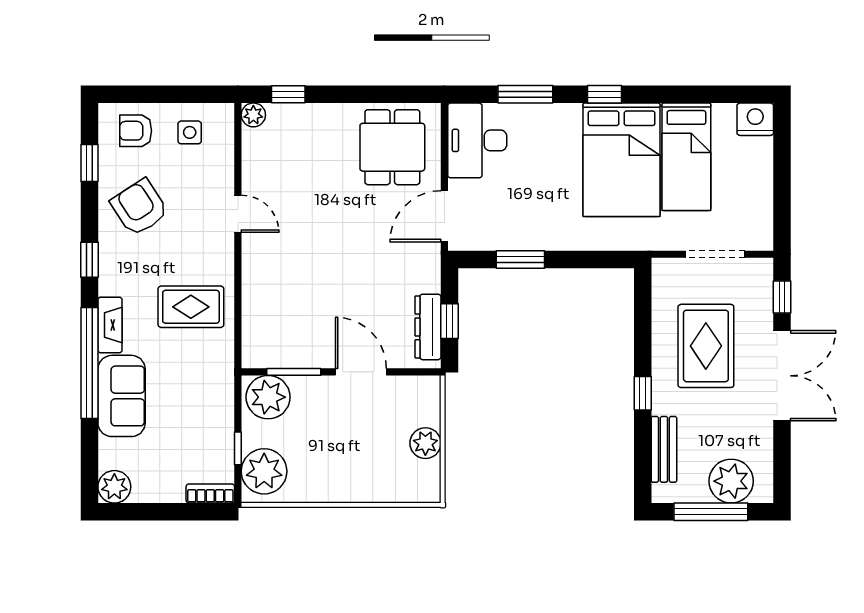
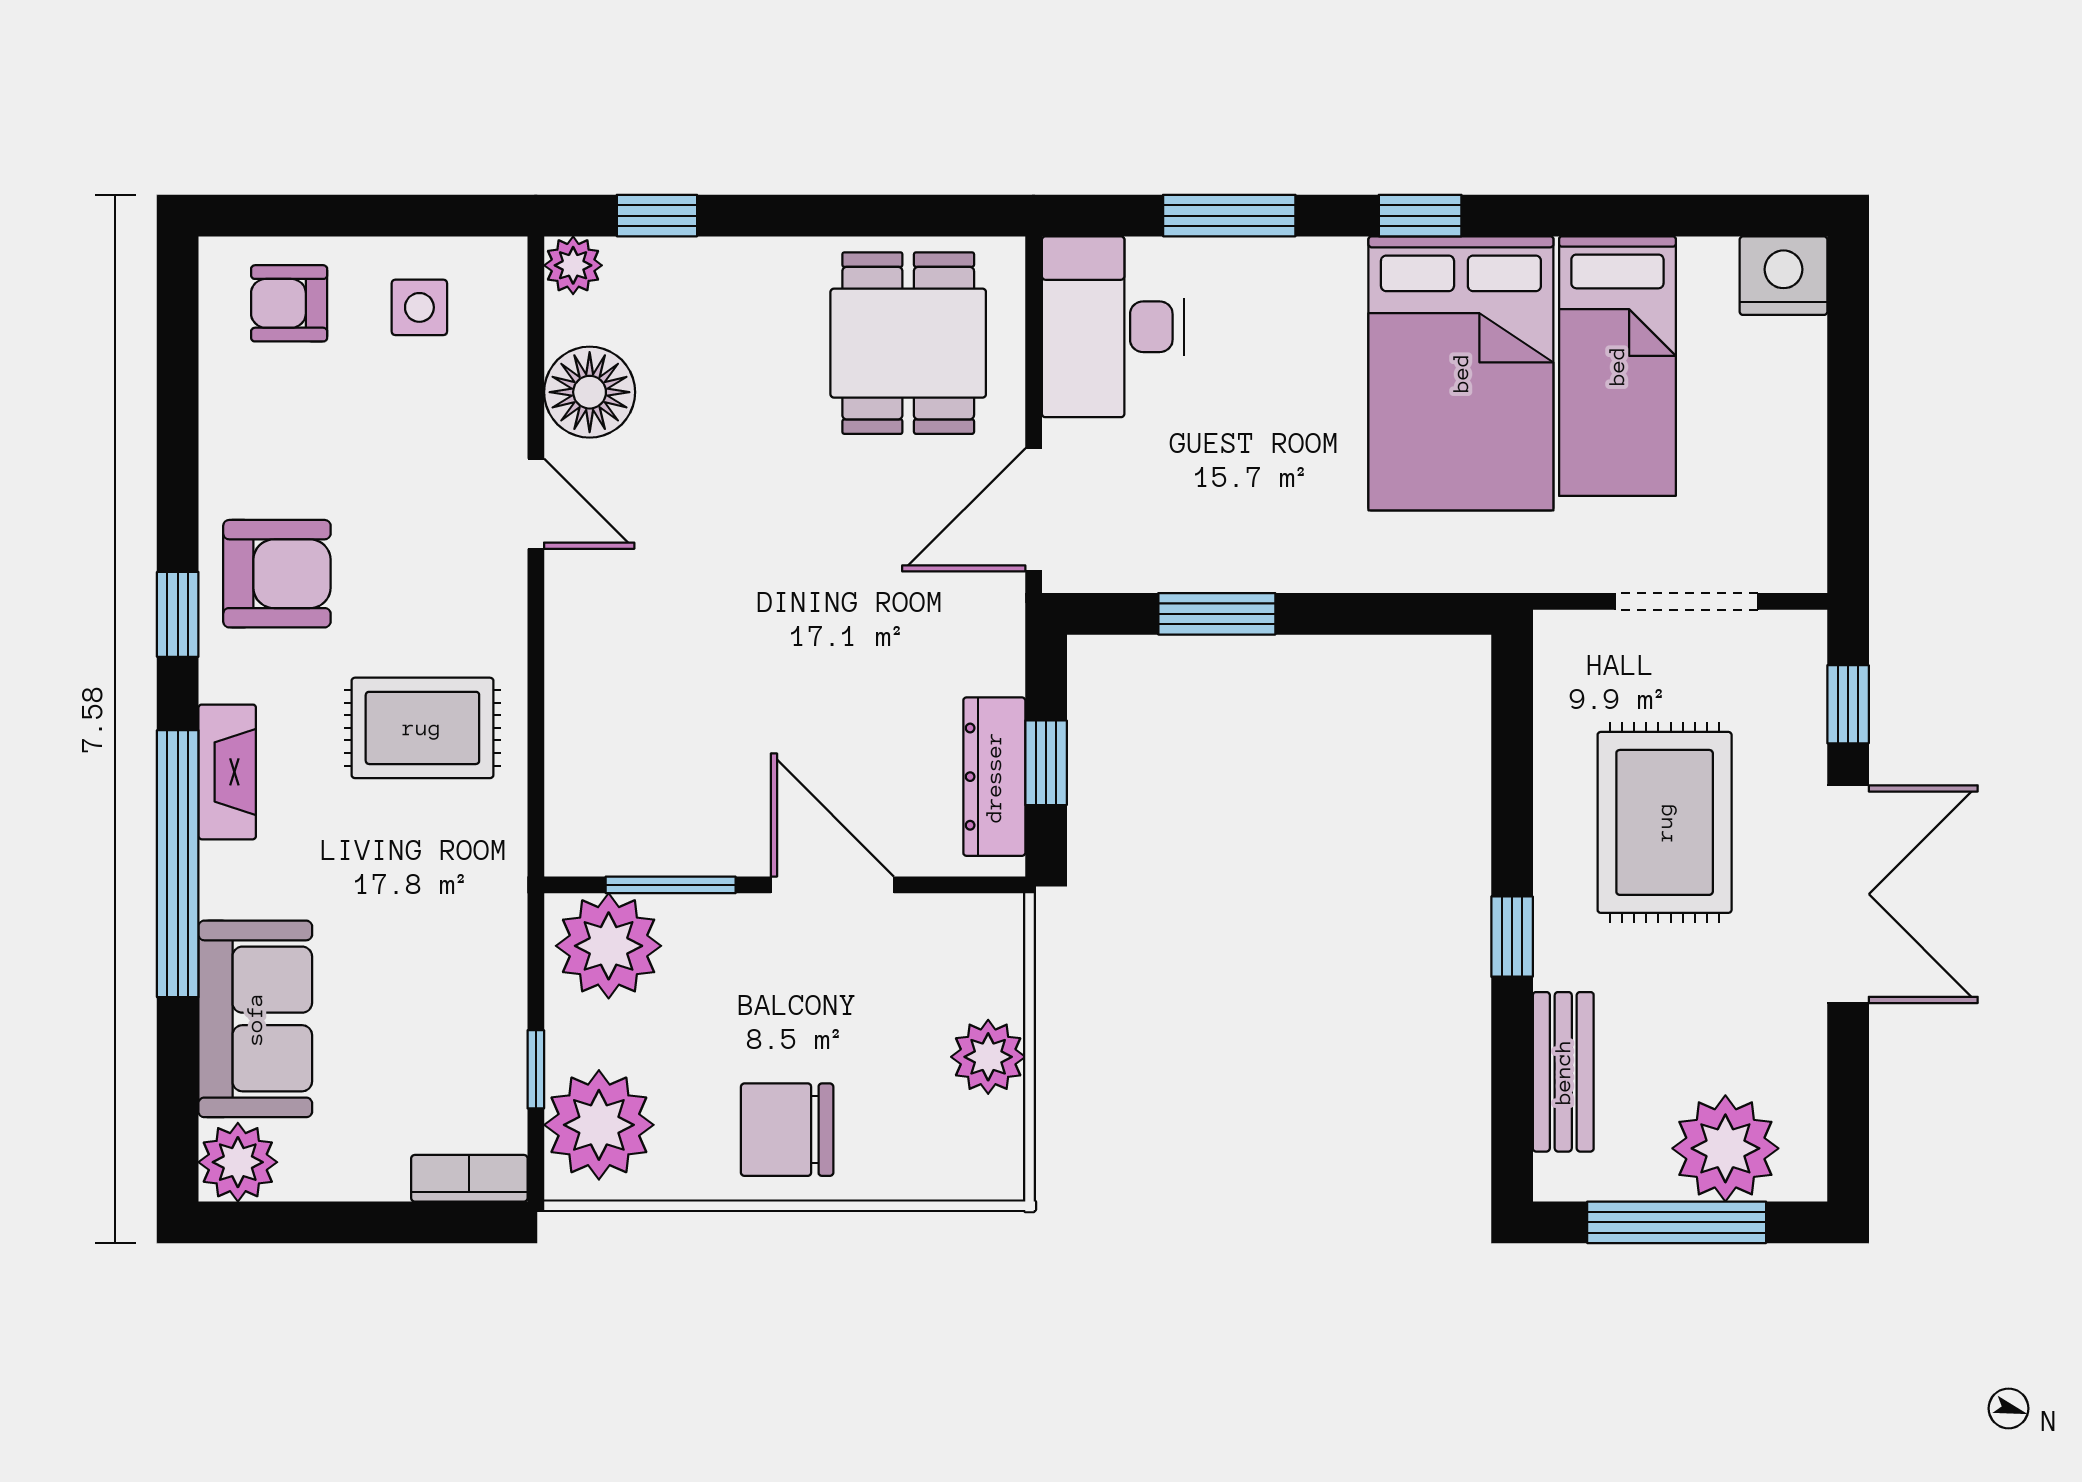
window: (89, 163) -> (178, 381), removed
floor lamp: (260, 168) -> (590, 392), added
armchair: (139, 208) -> (277, 574), moved, turned 123
sofa: (122, 396) -> (255, 1019), moved
chair: (342, 473) -> (787, 1130), added

